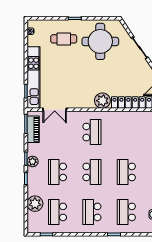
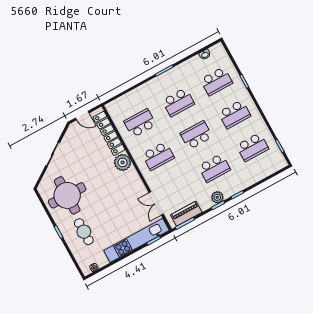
double door: (55, 110) -> (156, 203), swing flipped
school desk: (92, 132) -> (158, 156), turned 180
school desk: (126, 132) -> (140, 123), added
plant: (35, 204) -> (256, 173), removed

